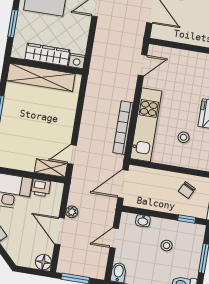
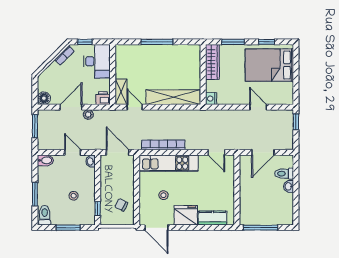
wardrobe: (47, 55) -> (212, 62), moved
shelving: (41, 77) -> (173, 97), moved, turned 90
printer: (41, 188) -> (103, 98), moved, turned 90
washbasin: (143, 221) -> (91, 161), moved

